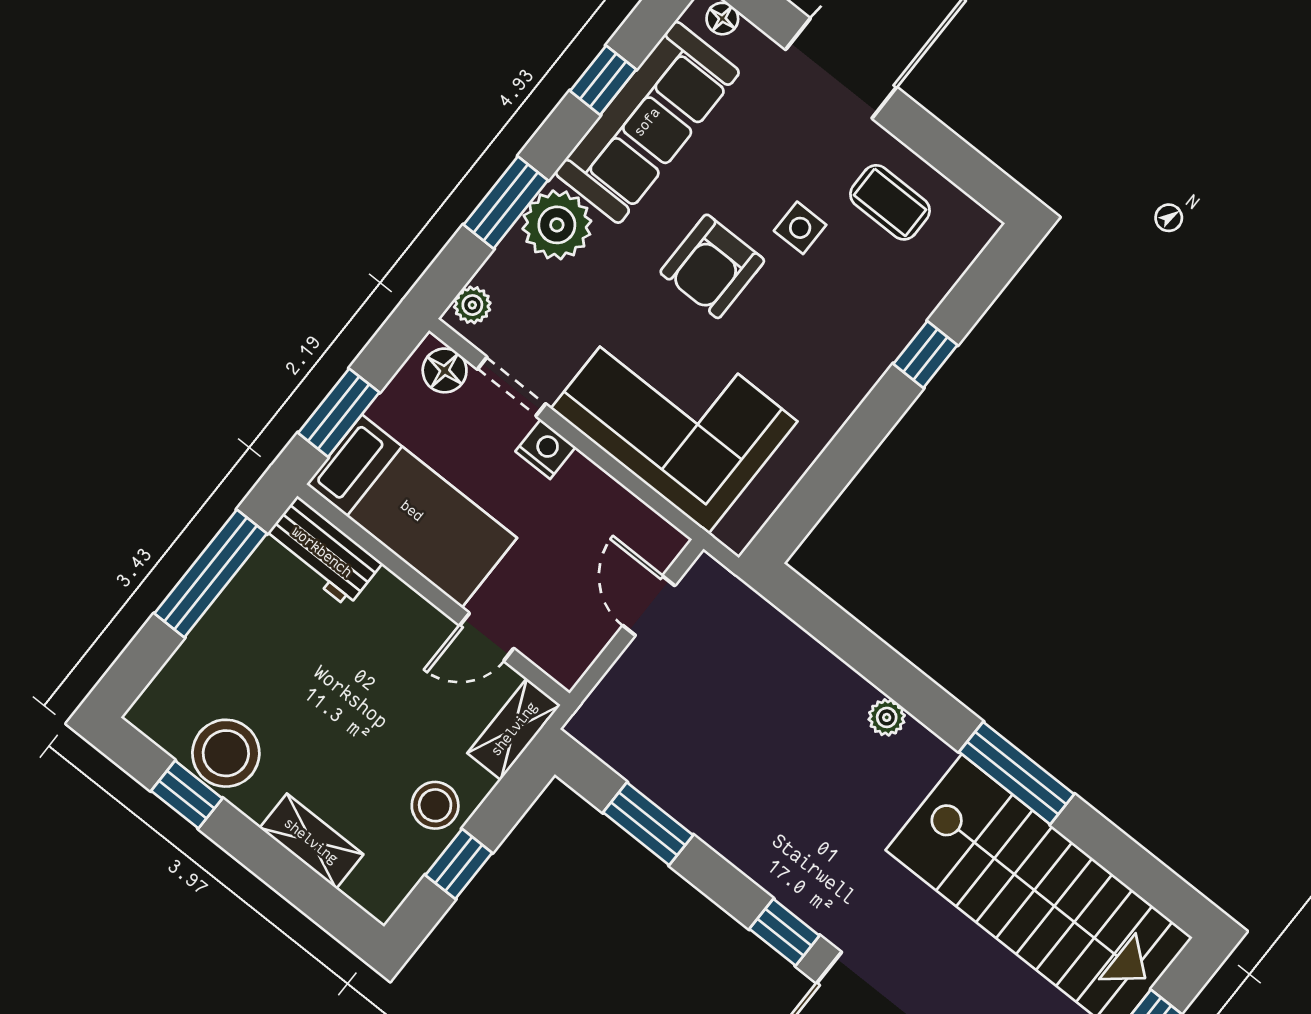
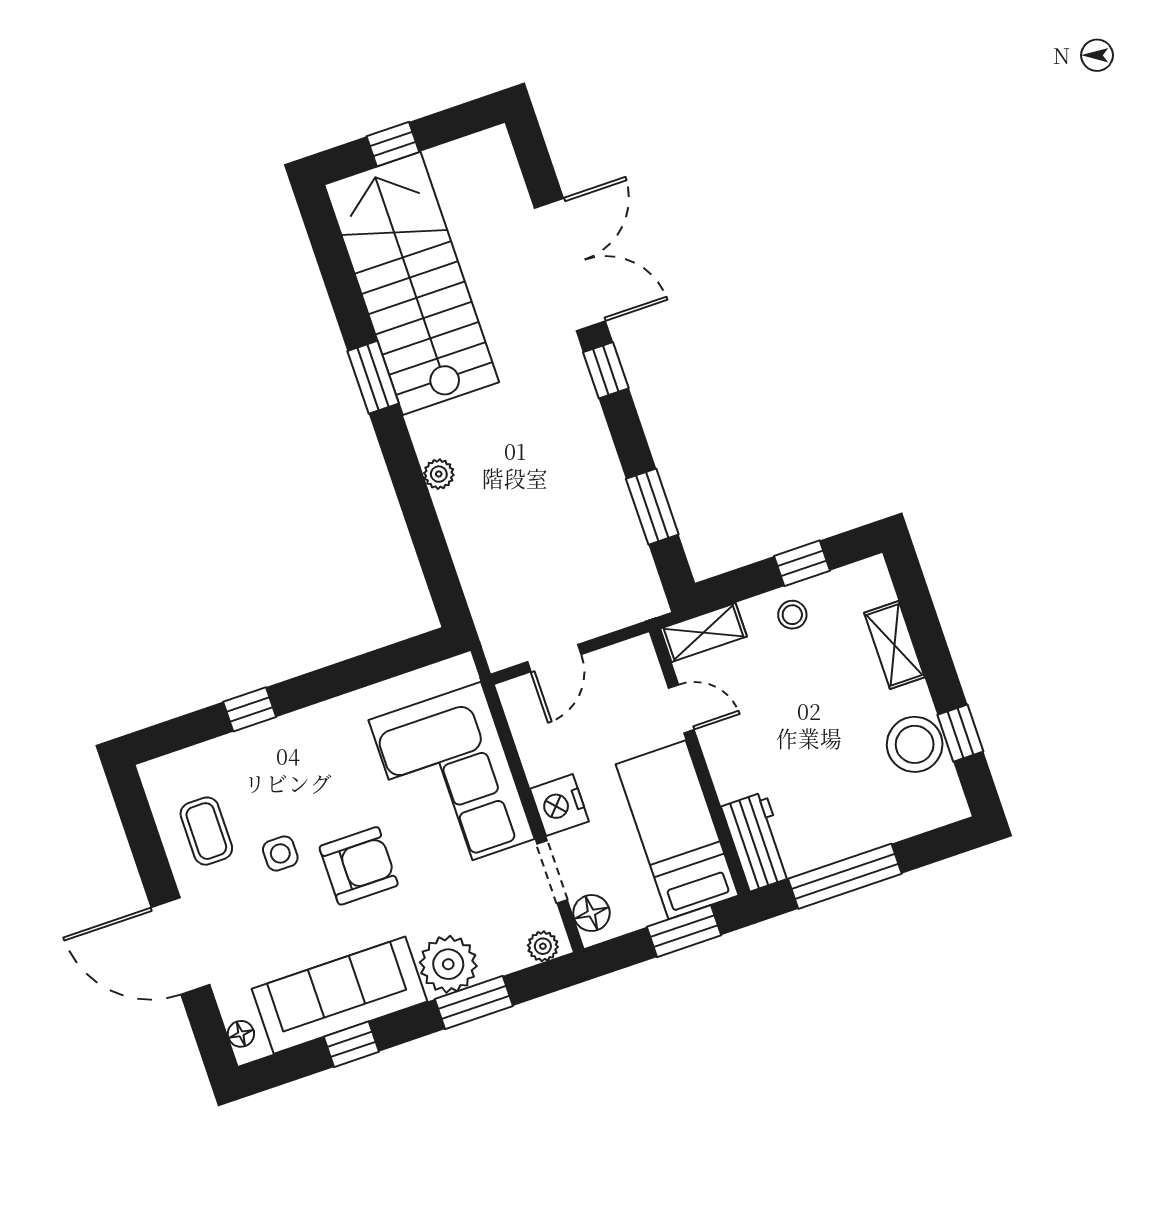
nightstand: (546, 449) -> (559, 805), width x1.36, depth x1.33
window: (1017, 773) -> (373, 377), width x0.69
stool: (435, 805) -> (792, 615), width x0.73, depth x0.73

